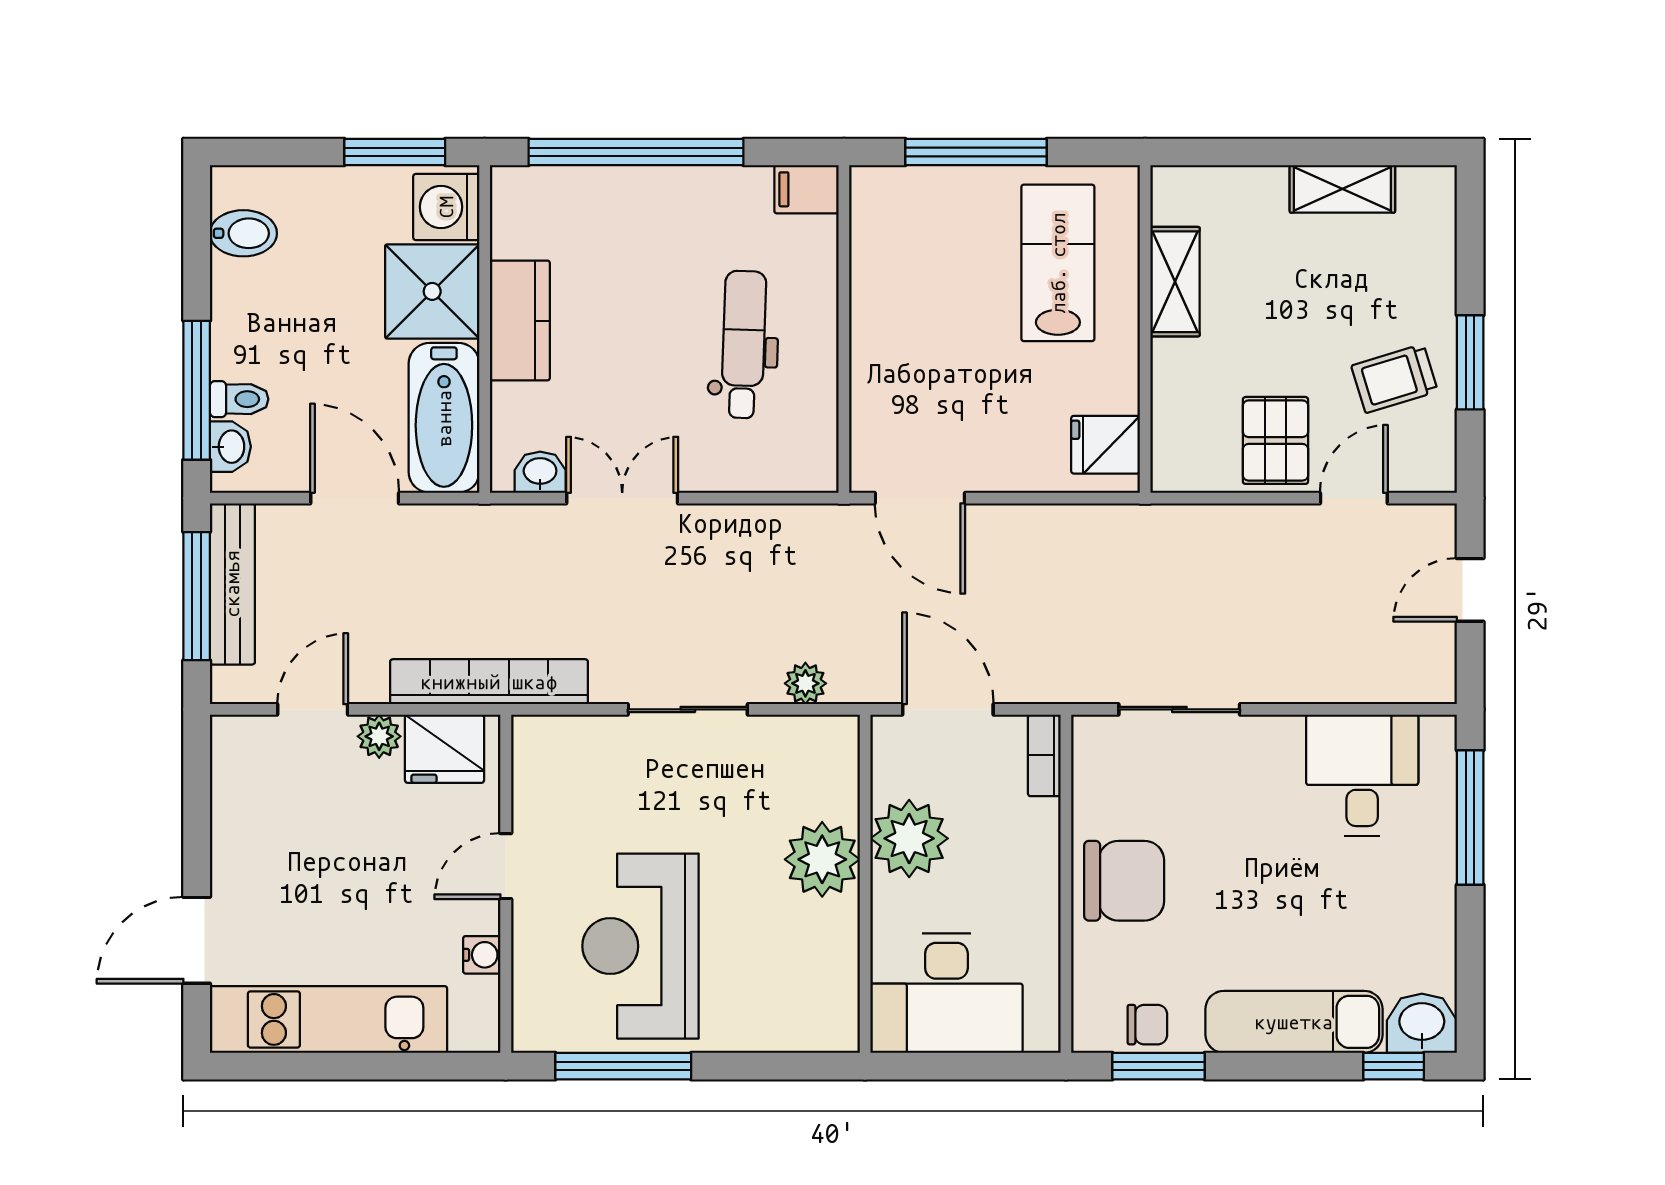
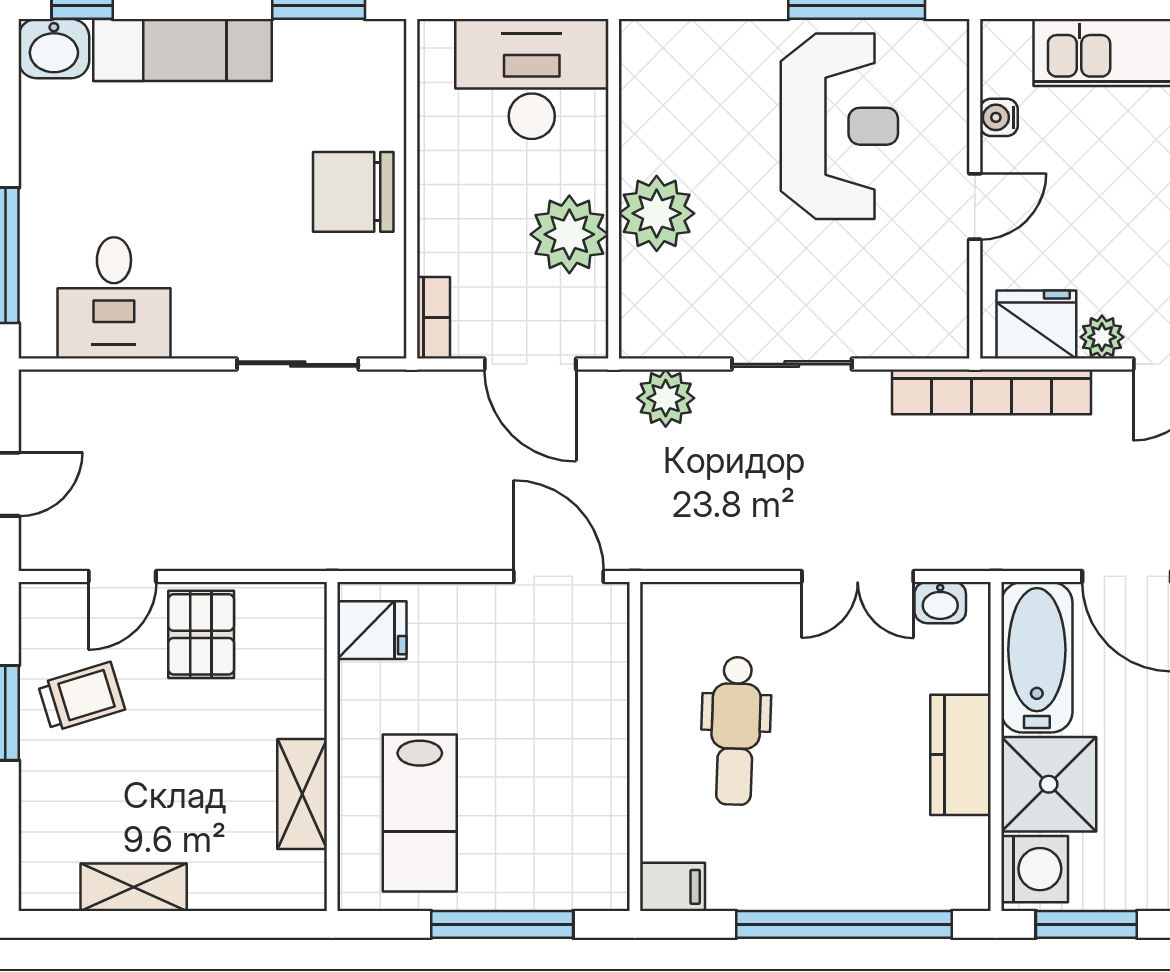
plant: (805, 683) -> (666, 398), width x1.38, depth x1.38
chair: (1147, 1025) -> (330, 47), removed

